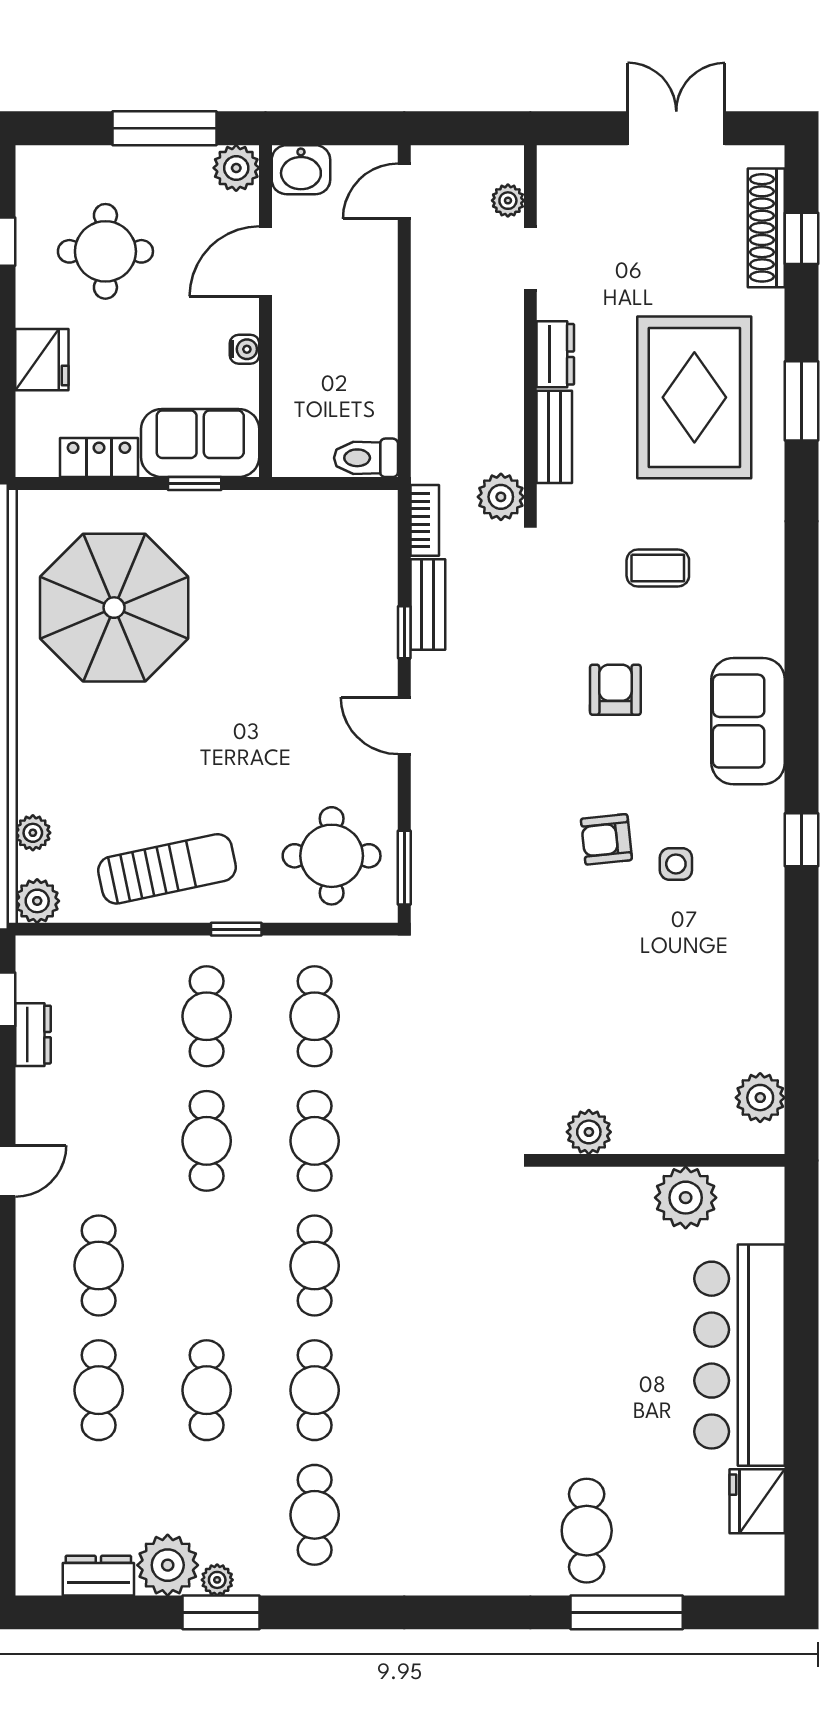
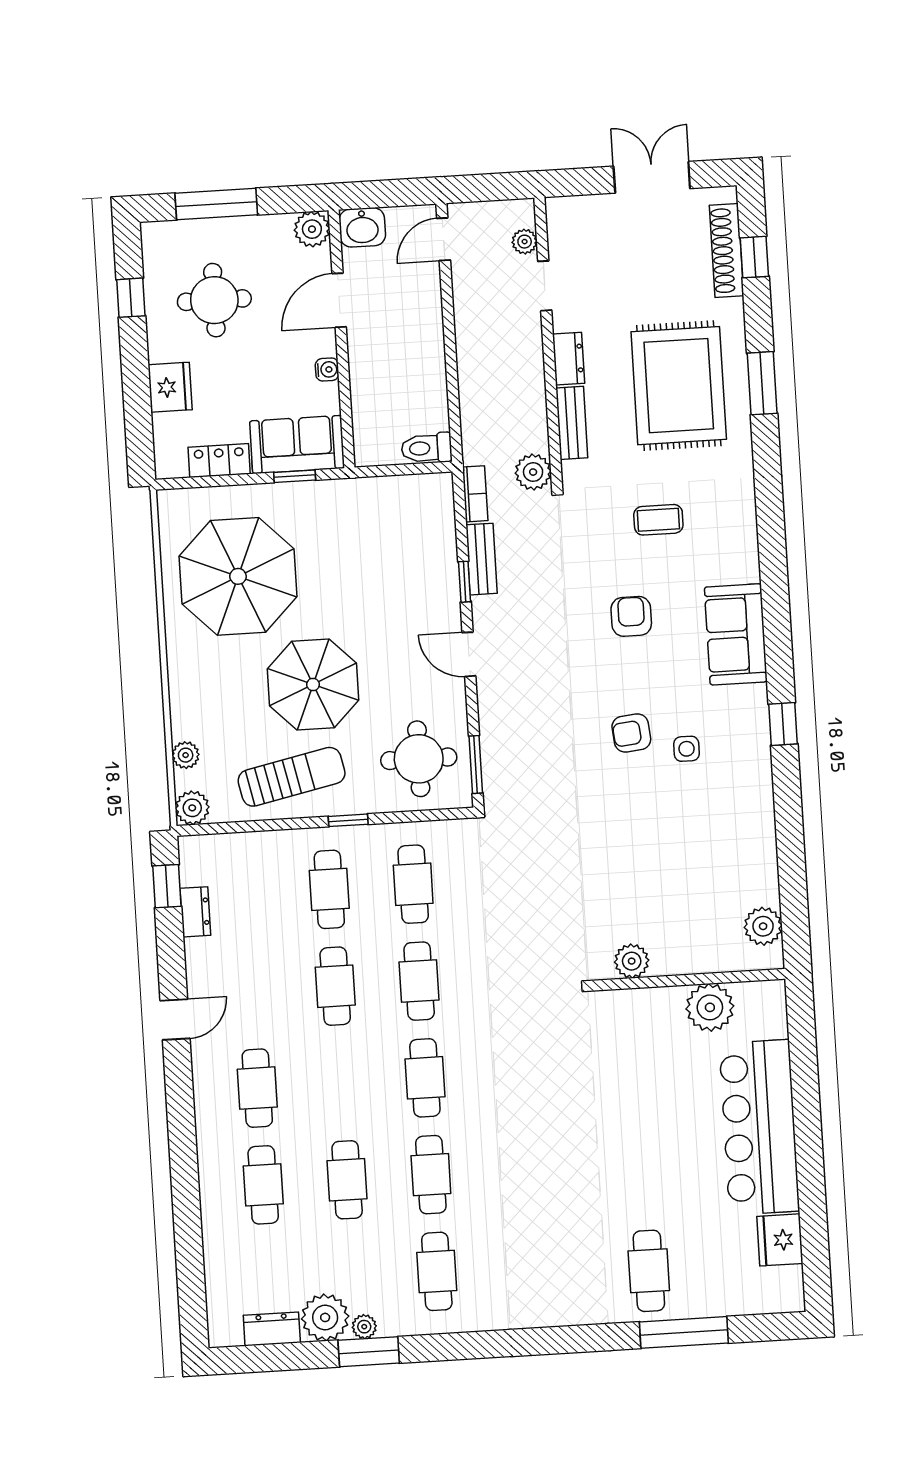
window: (165, 128) -> (216, 204), moved
parasol: (202, 752) -> (313, 685), added

